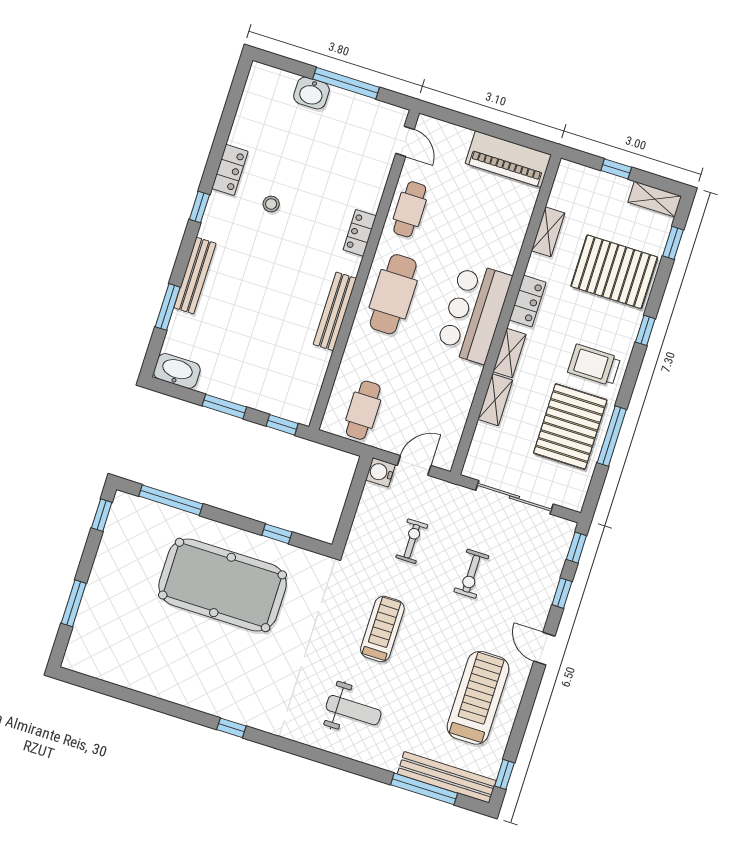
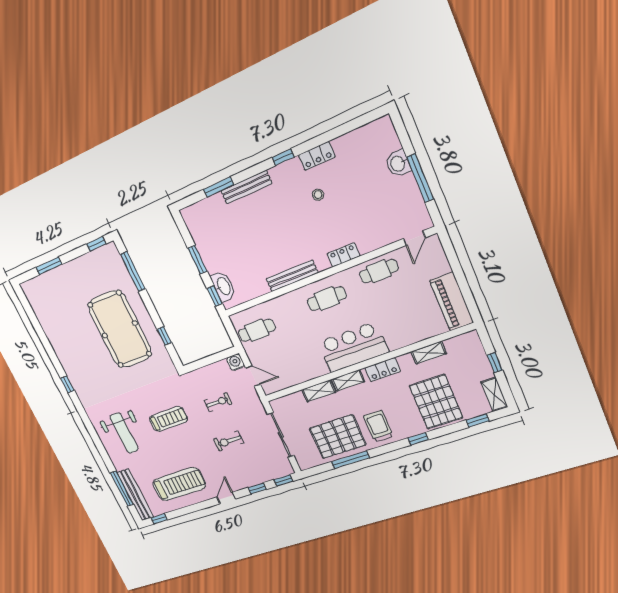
cafe table: (393, 294) -> (327, 299), width x0.73, depth x0.74
washbasin: (177, 371) -> (223, 286), moved
weight bench: (354, 710) -> (124, 433), width x1.36, depth x1.33

